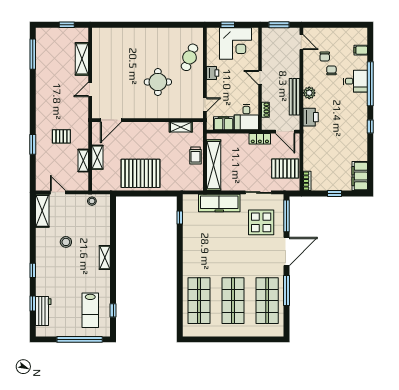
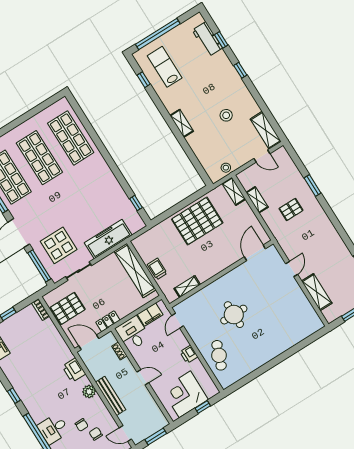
bench: (294, 97) -> (111, 396), moved
shelving: (97, 157) -> (234, 191), moved

